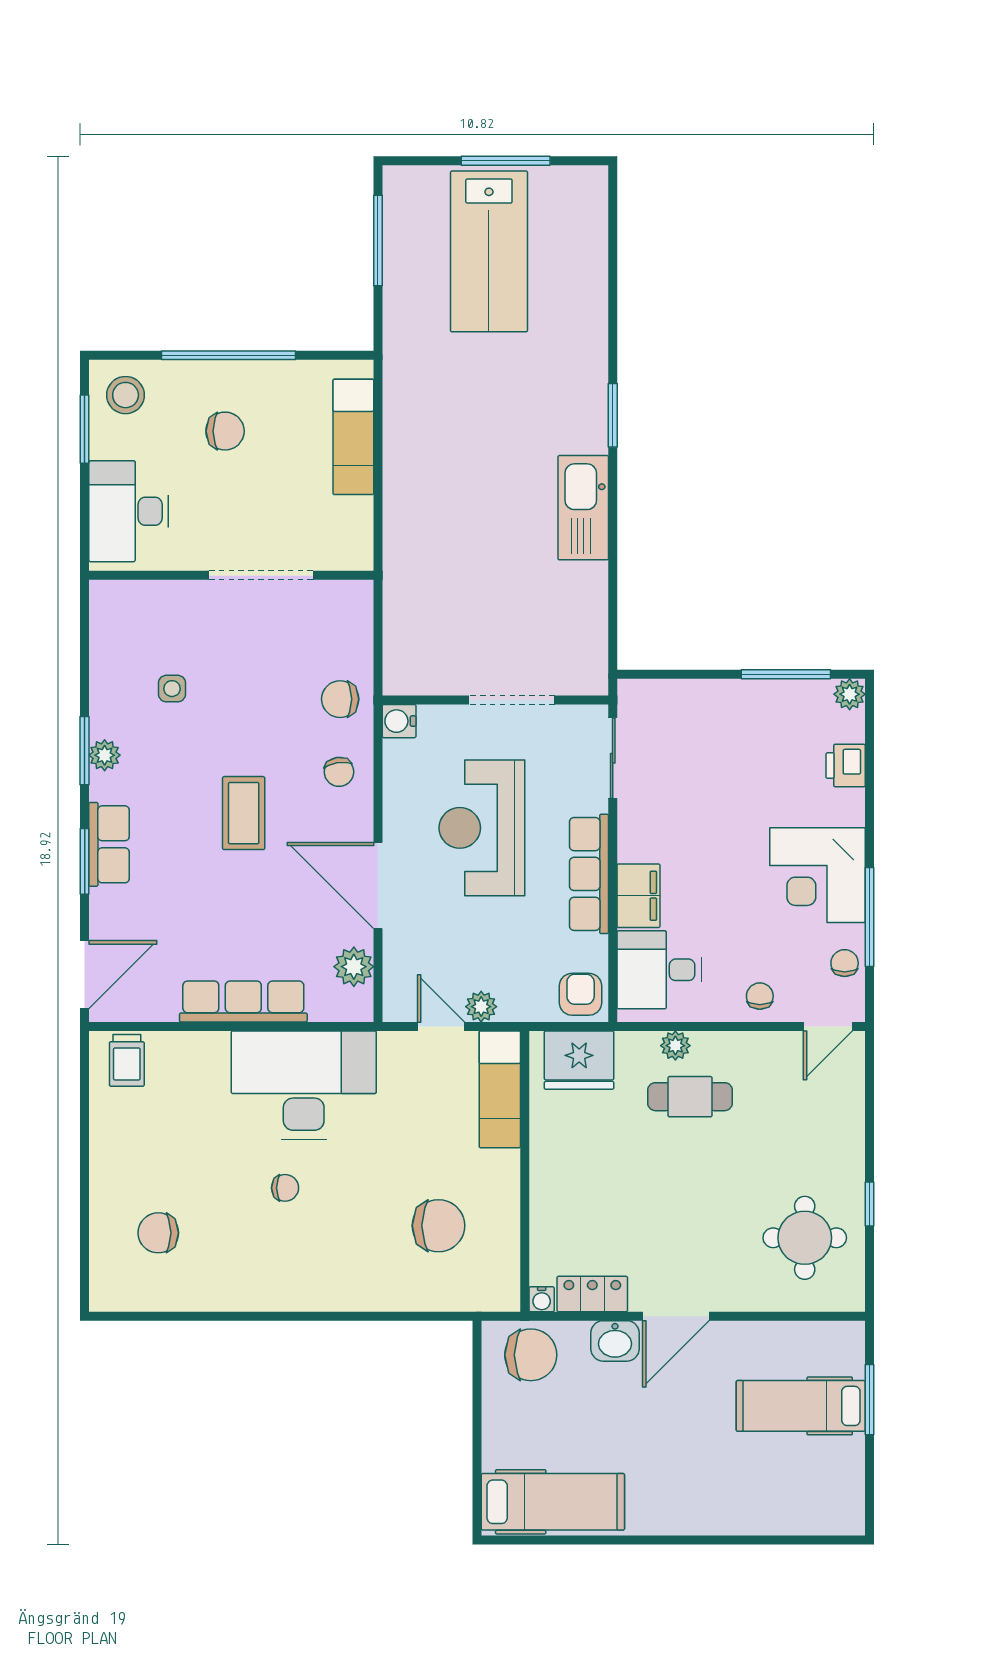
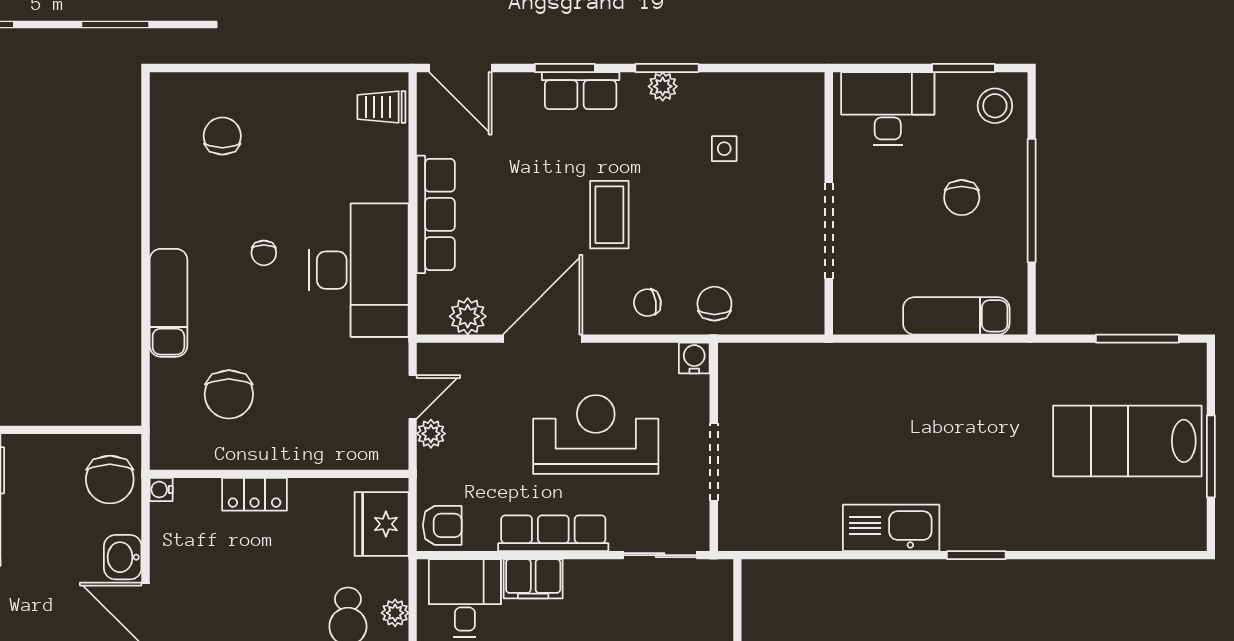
coffee table: (244, 813) -> (609, 215), turned 90
exam couch: (500, 1089) -> (168, 303), moved, turned 90
locker: (592, 1294) -> (254, 494), moved, turned 90

